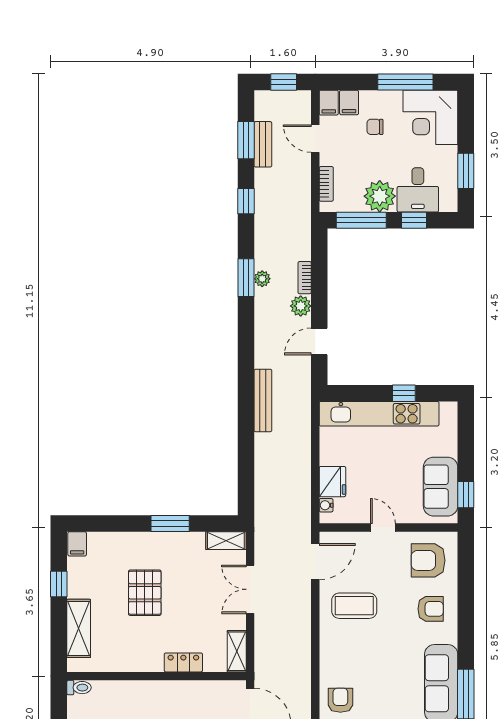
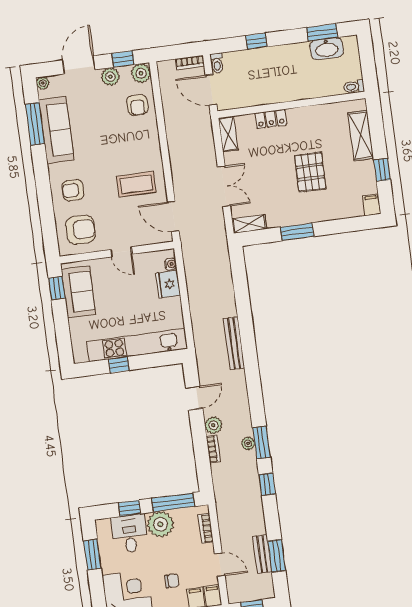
window: (246, 201) -> (267, 484), moved
door: (315, 562) -> (173, 216), hinge flipped

